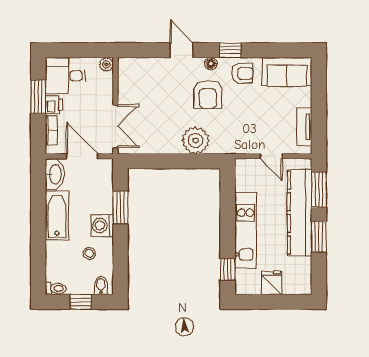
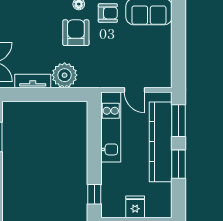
armchair: (208, 94) -> (76, 33), turned 180
tv unit: (304, 127) -> (33, 81), moved, turned 90
kitchen unit: (246, 230) -> (111, 127), moved

